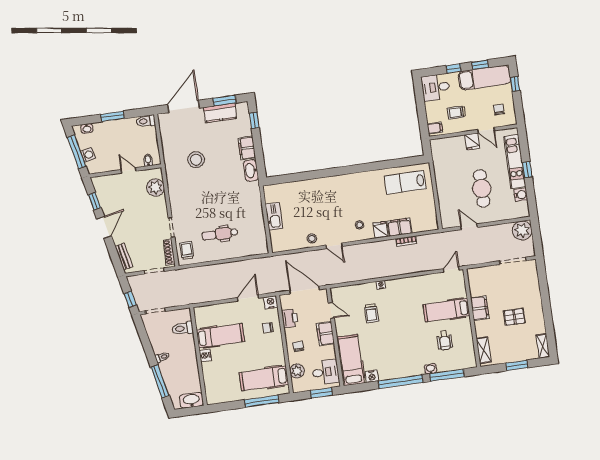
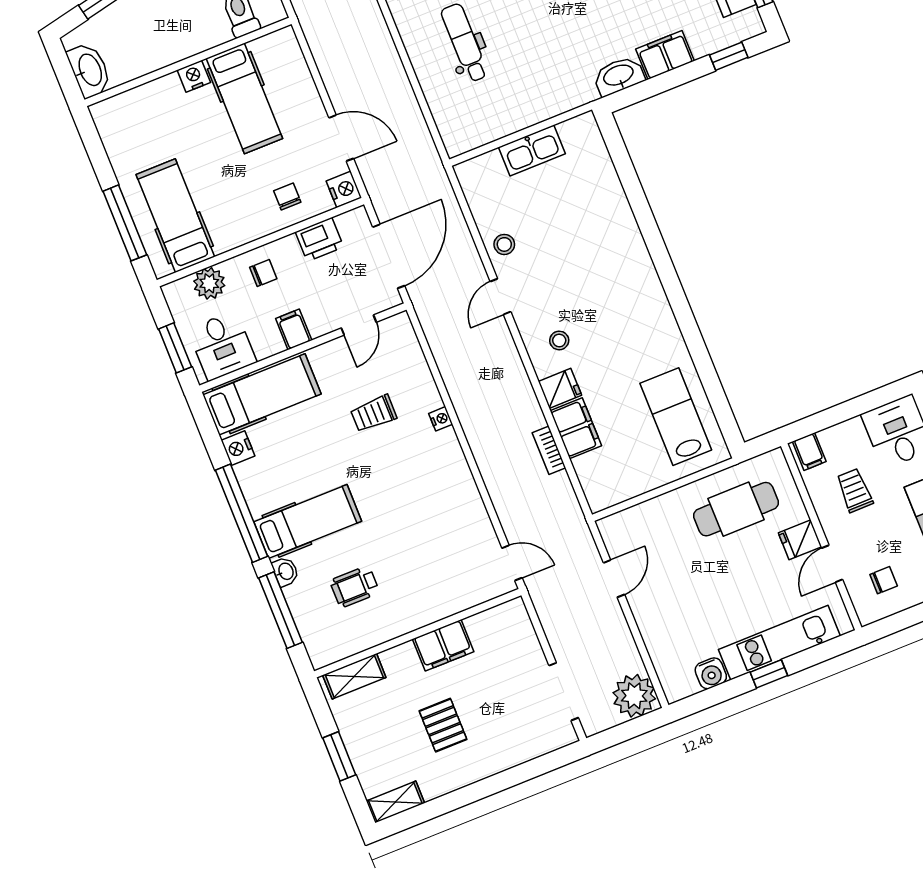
cafe table: (482, 188) -> (736, 509), moved
hospital bed: (446, 310) -> (308, 522), moved, turned 90
filing cabinet: (325, 334) -> (294, 329), width x0.50

